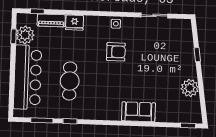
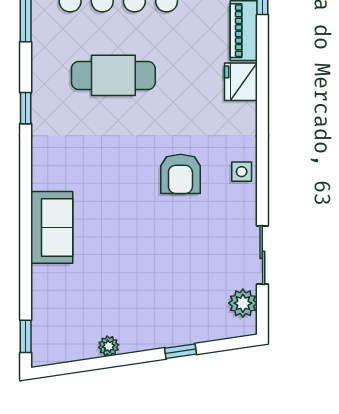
plant: (176, 25) -> (243, 303), added
plant: (190, 88) -> (109, 346), width x0.53, depth x0.53
window: (70, 121) -> (26, 108), moved

